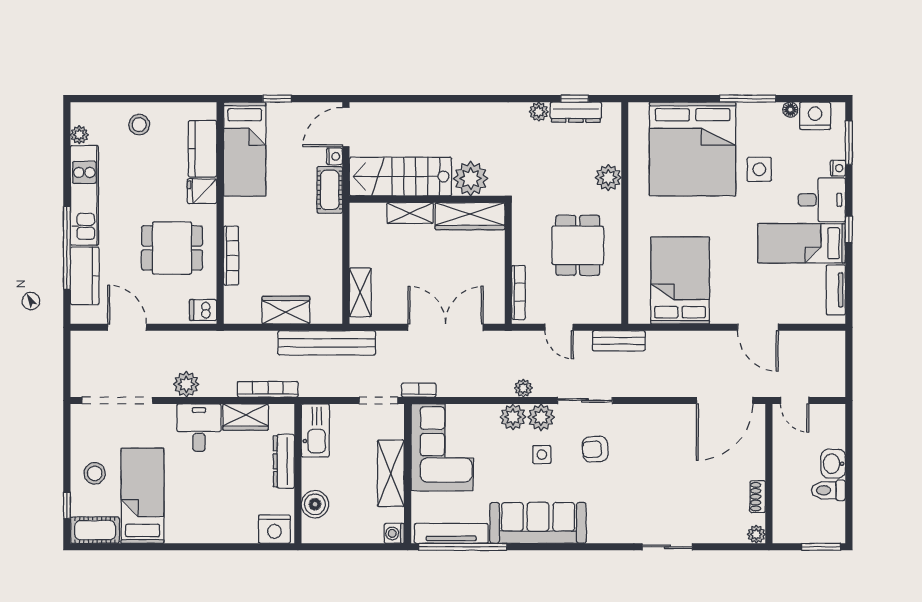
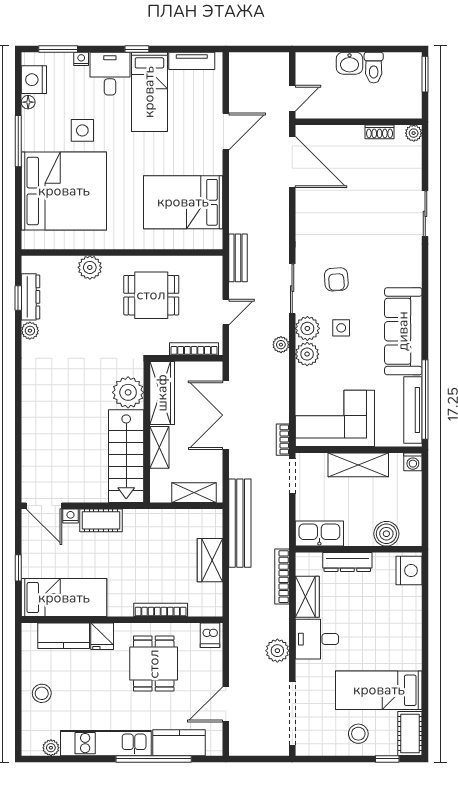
stairs: (400, 177) -> (126, 456), moved
plant: (471, 179) -> (128, 392), moved
wall: (427, 199) -> (147, 432), moved
shelving: (410, 213) -> (159, 447), moved
wardrobe: (470, 216) -> (162, 393), moved

